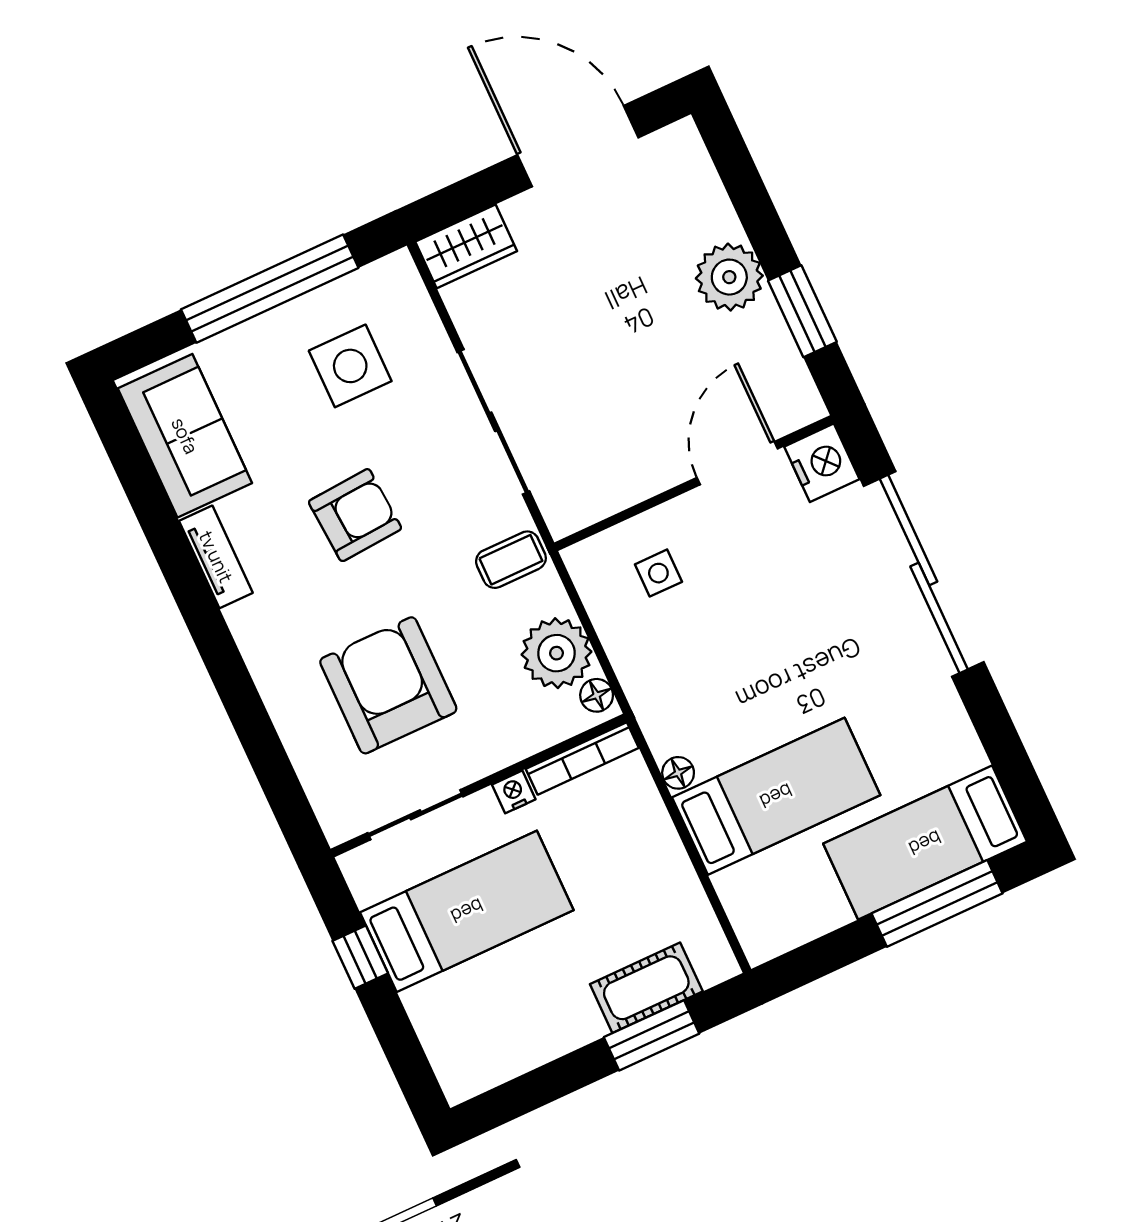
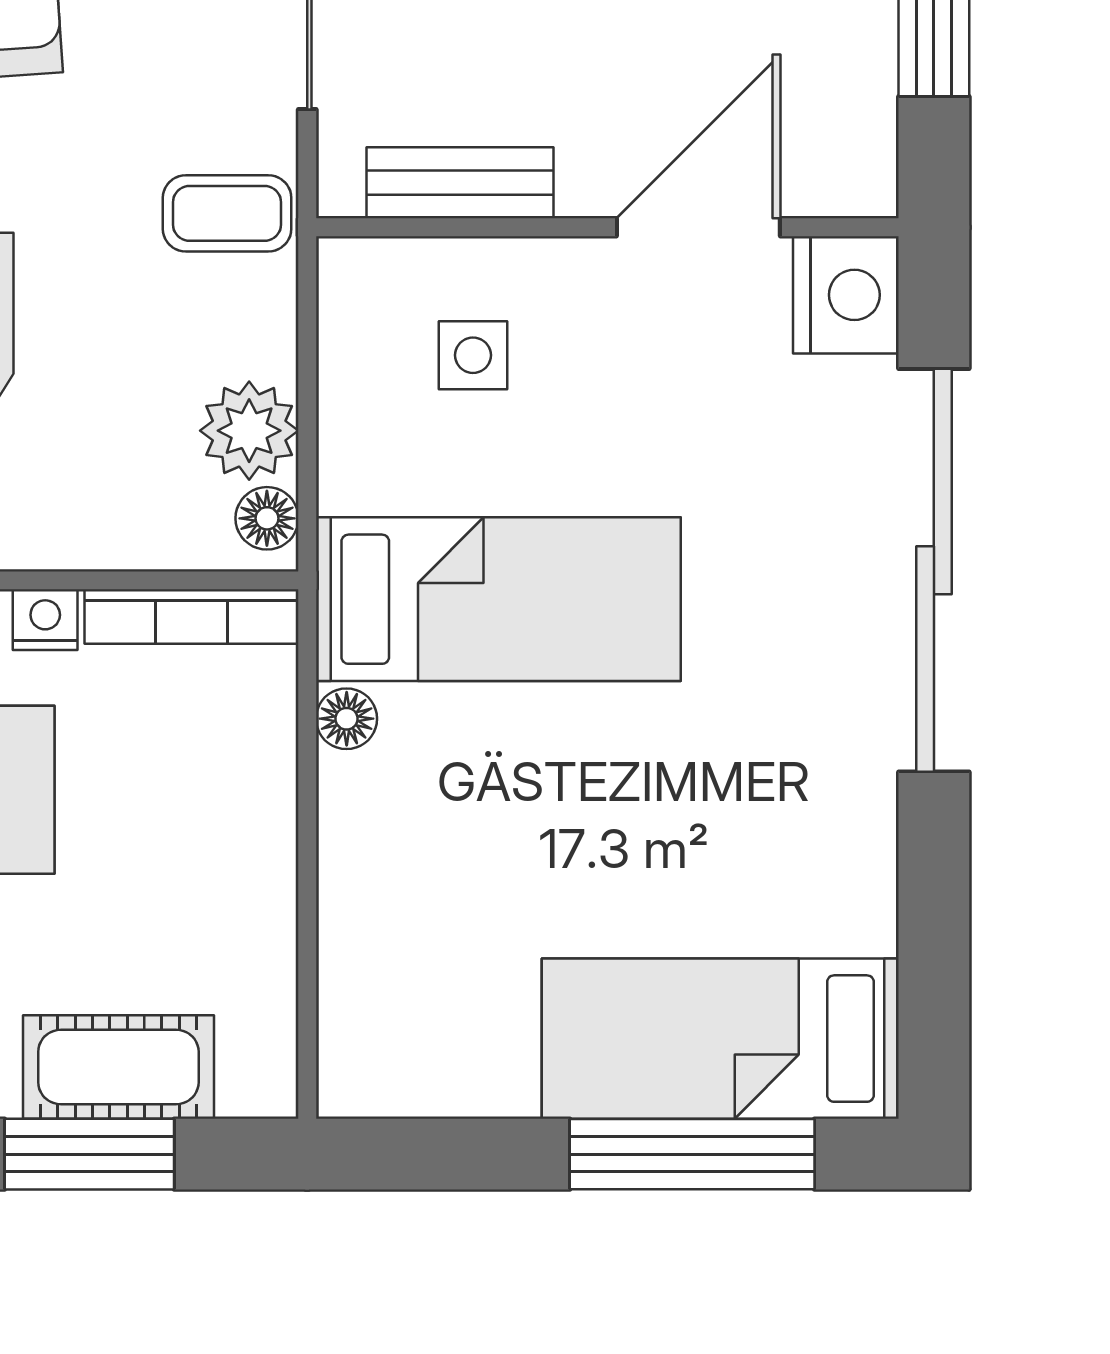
bench: (615, 494) -> (460, 183), added
plant: (557, 653) -> (249, 431), width x0.73, depth x0.73
bed: (776, 796) -> (498, 599), moved

